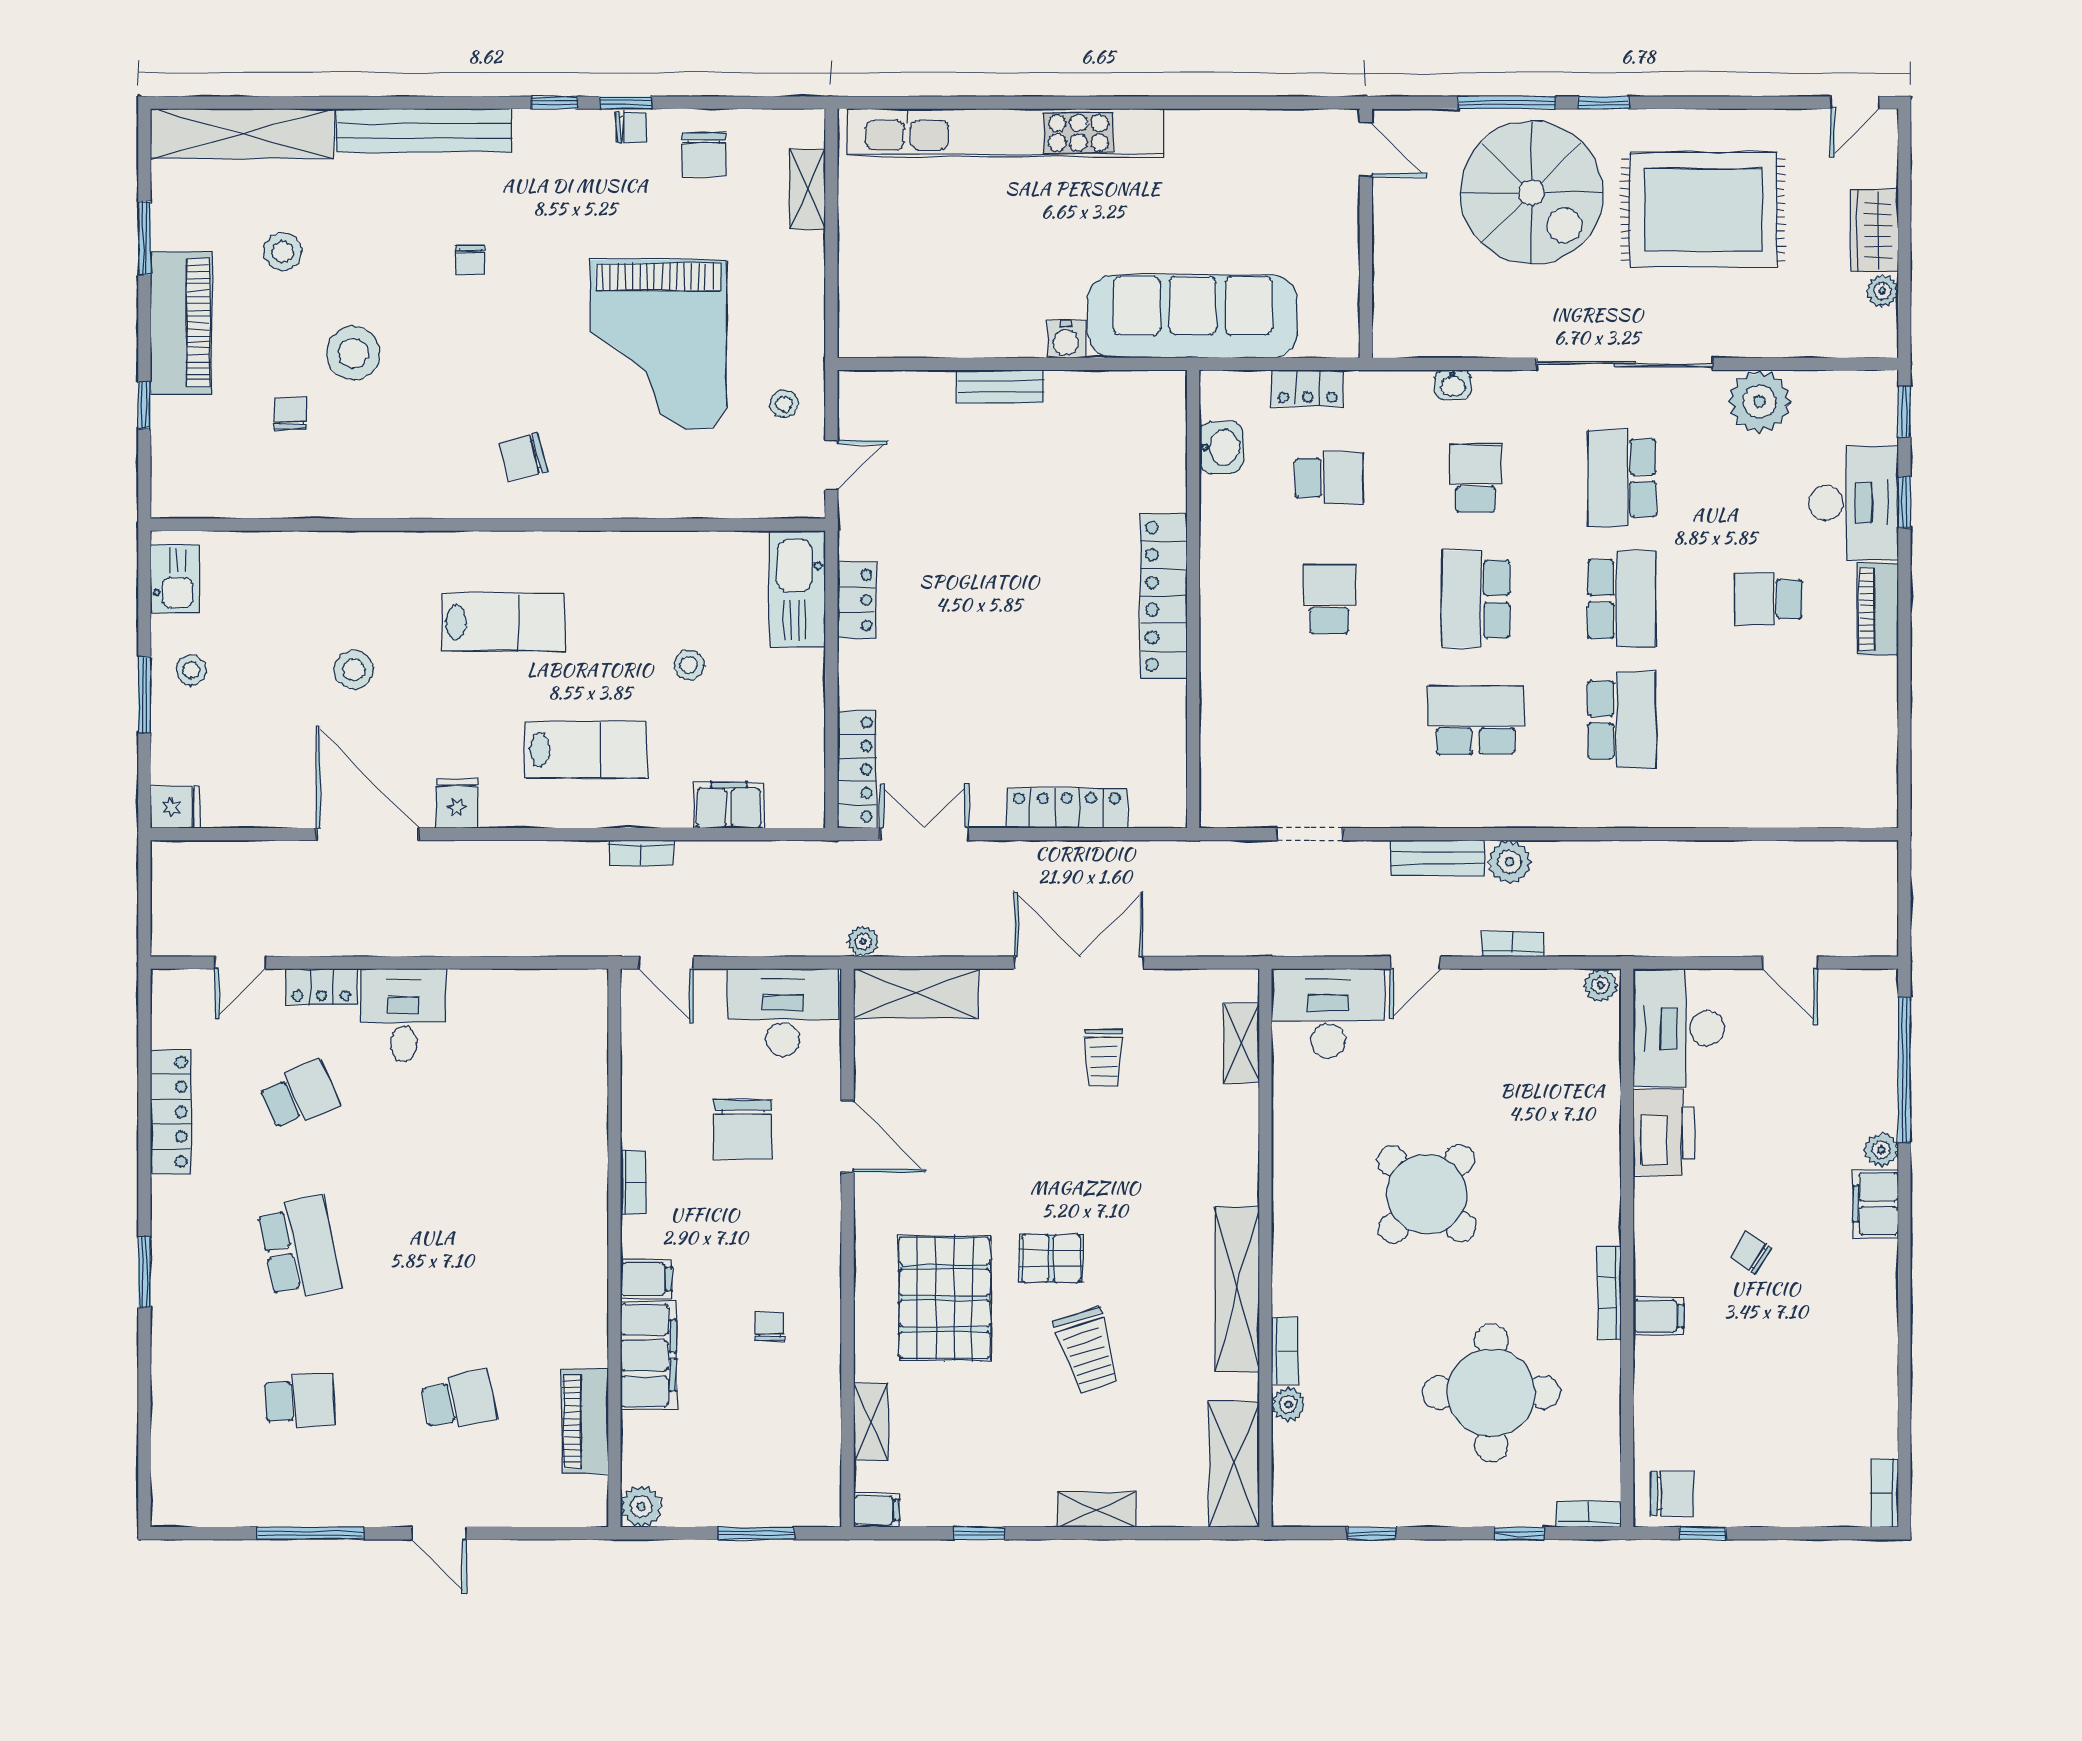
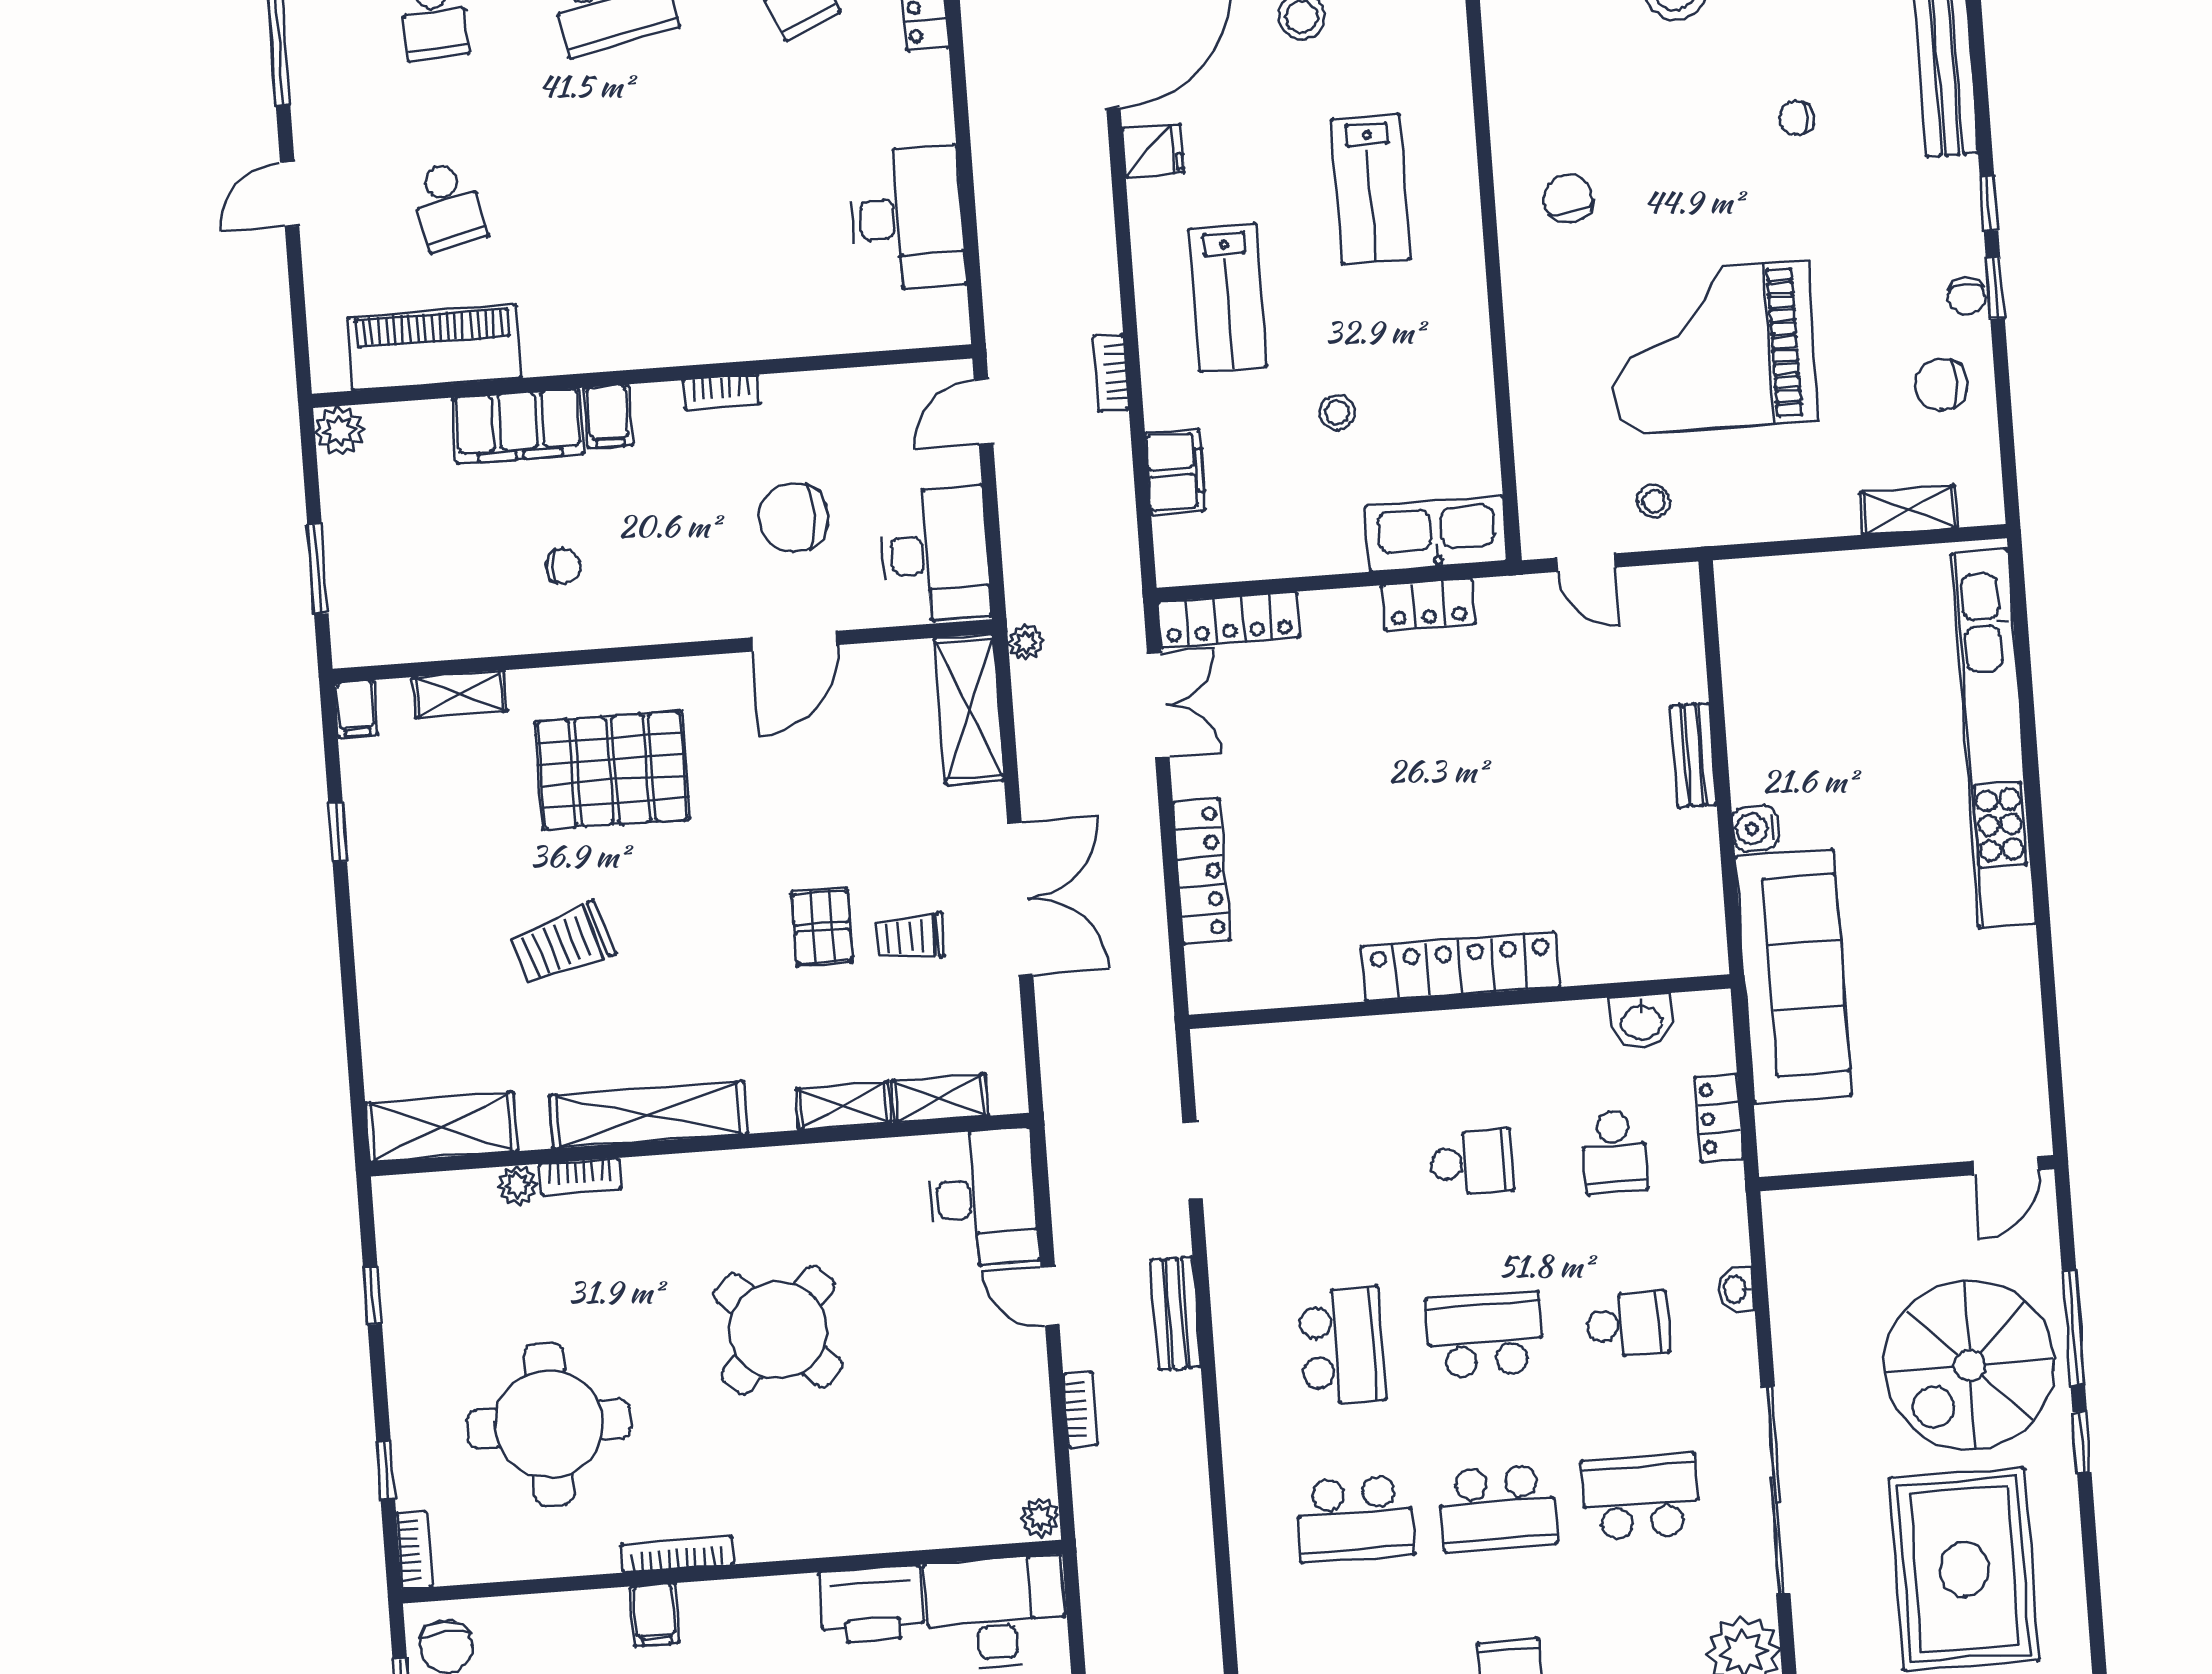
plant: (1510, 862) -> (1177, 1399), removed
desk: (403, 1015) -> (907, 218), moved, width x1.37
pallet: (1051, 1258) -> (822, 927), moved
piano: (585, 1421) -> (434, 348), width x1.37, depth x1.33
shelving: (1096, 1510) -> (843, 1106), moved, turned 90

